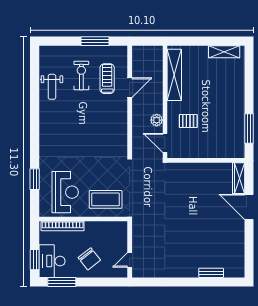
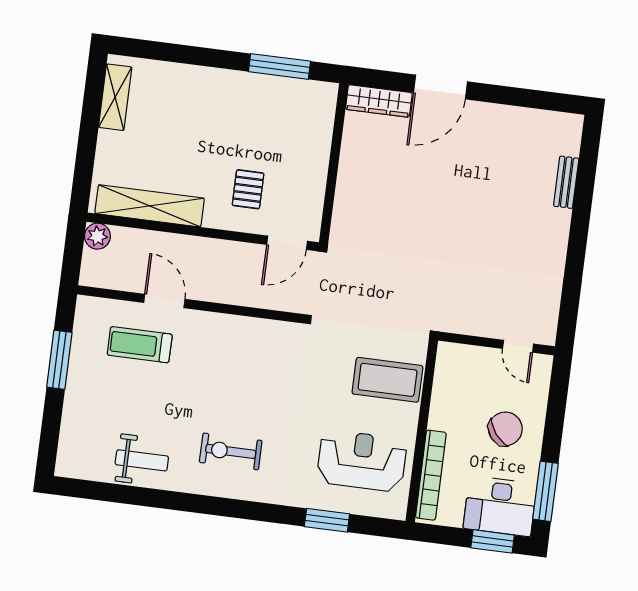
exercise bike: (81, 76) -> (231, 451), moved
plant: (157, 120) -> (97, 236), moved
coffee table: (106, 199) -> (387, 380), turned 90

